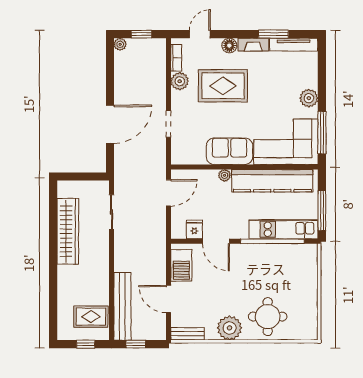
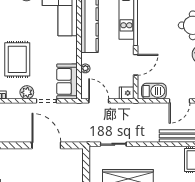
plant: (180, 81) -> (27, 92), moved
sofa: (229, 151) -> (67, 81), moved
plant: (225, 175) -> (85, 68), moved
fridge: (194, 229) -> (127, 93), moved

